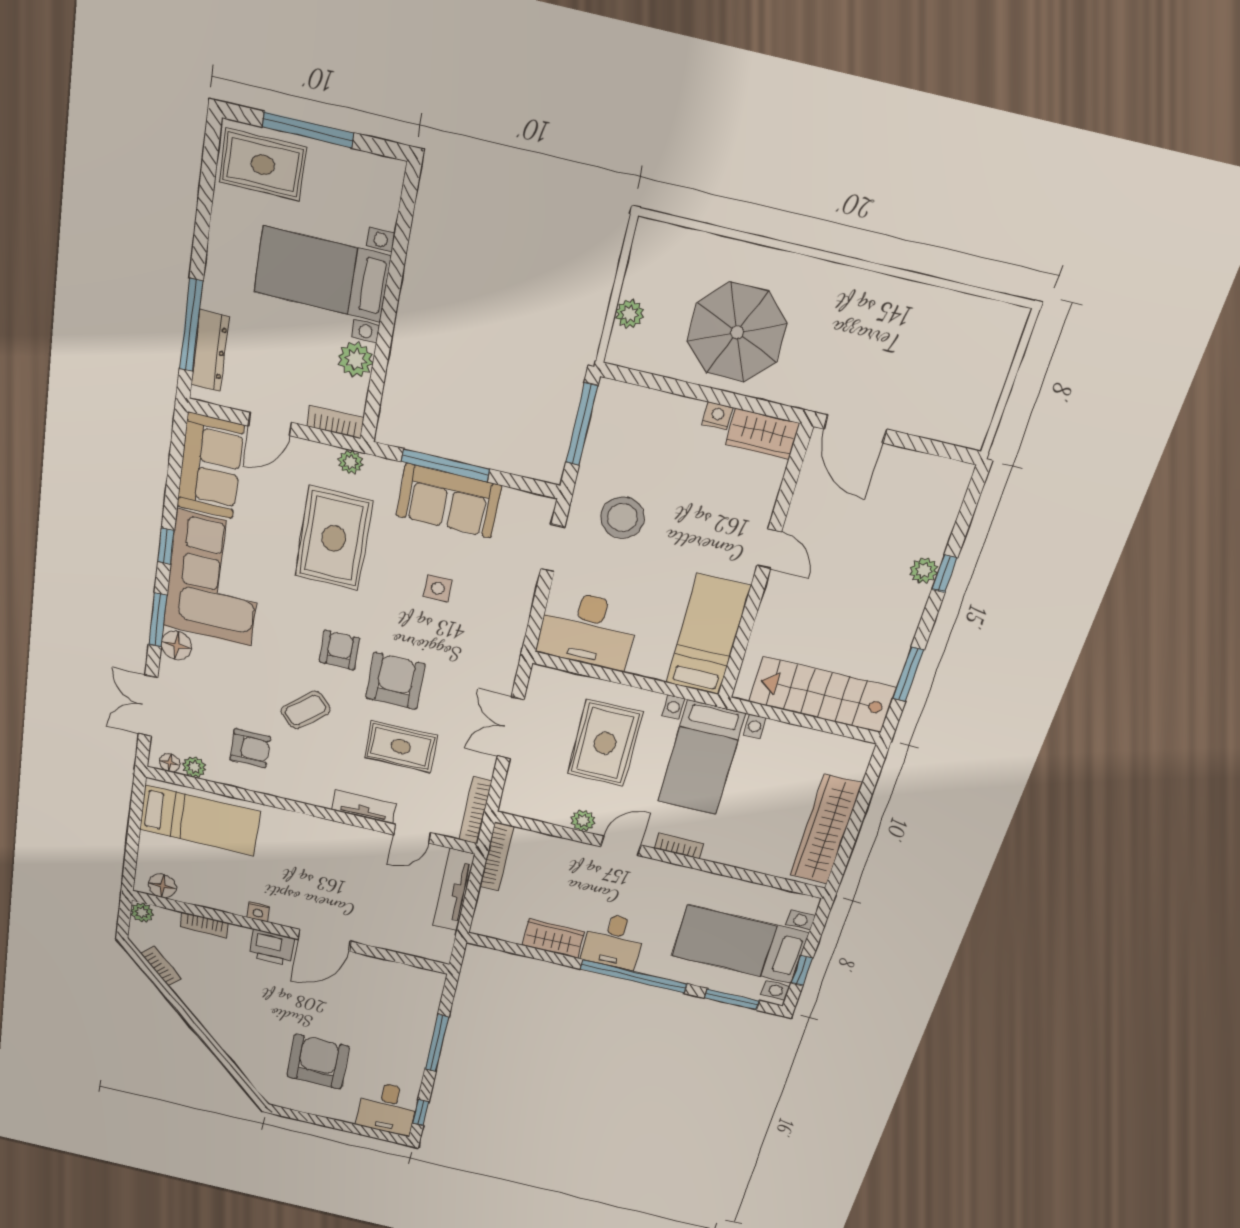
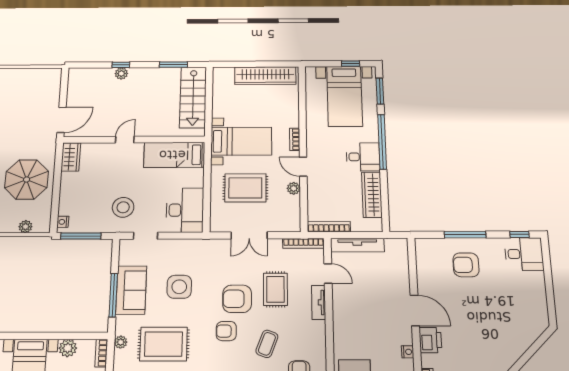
nightstand: (717, 416) -> (63, 222), moved
side table: (438, 588) -> (179, 287), width x1.87, depth x1.87
coffee table: (305, 710) -> (267, 344), turned 63
wardrobe: (553, 938) -> (372, 195), width x1.50
armchair: (318, 1062) -> (466, 265), moved, width x0.73, depth x0.73

